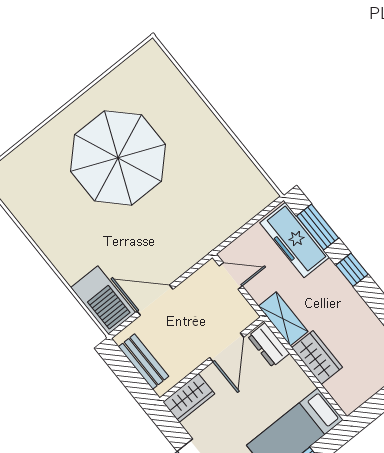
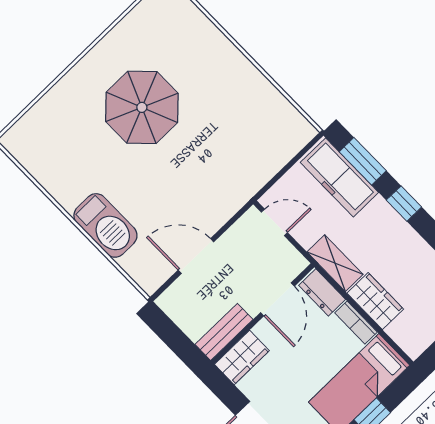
parasol: (118, 158) -> (142, 107), width x0.73, depth x0.73
barbecue: (103, 300) -> (105, 225), moved
bench: (144, 362) -> (224, 332), moved, turned 90
bookcase: (297, 376) -> (356, 322), added

